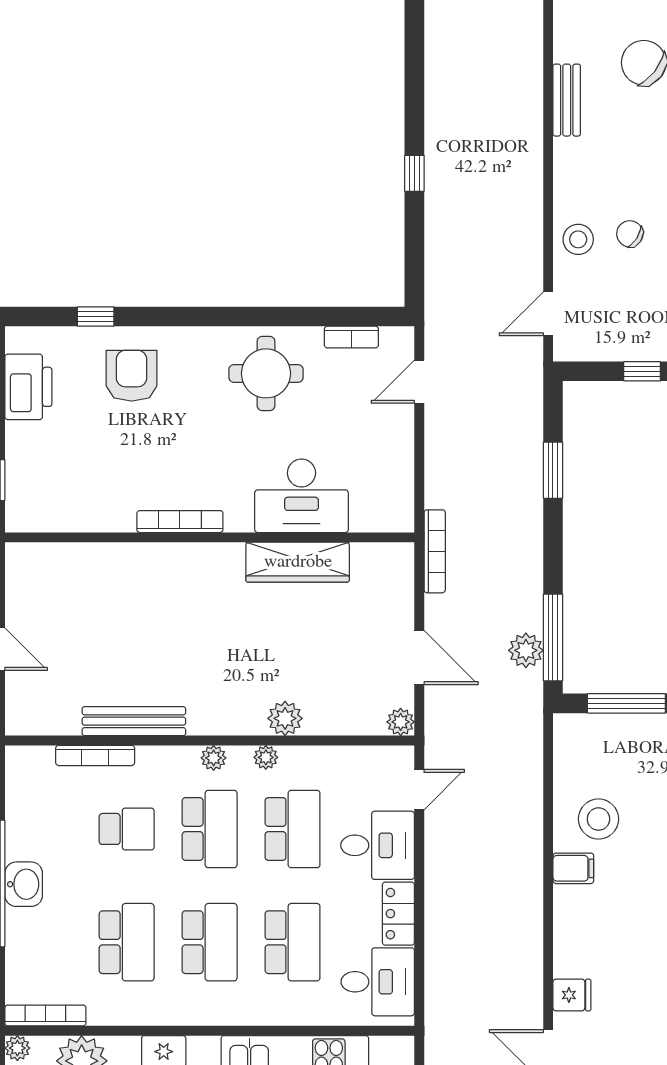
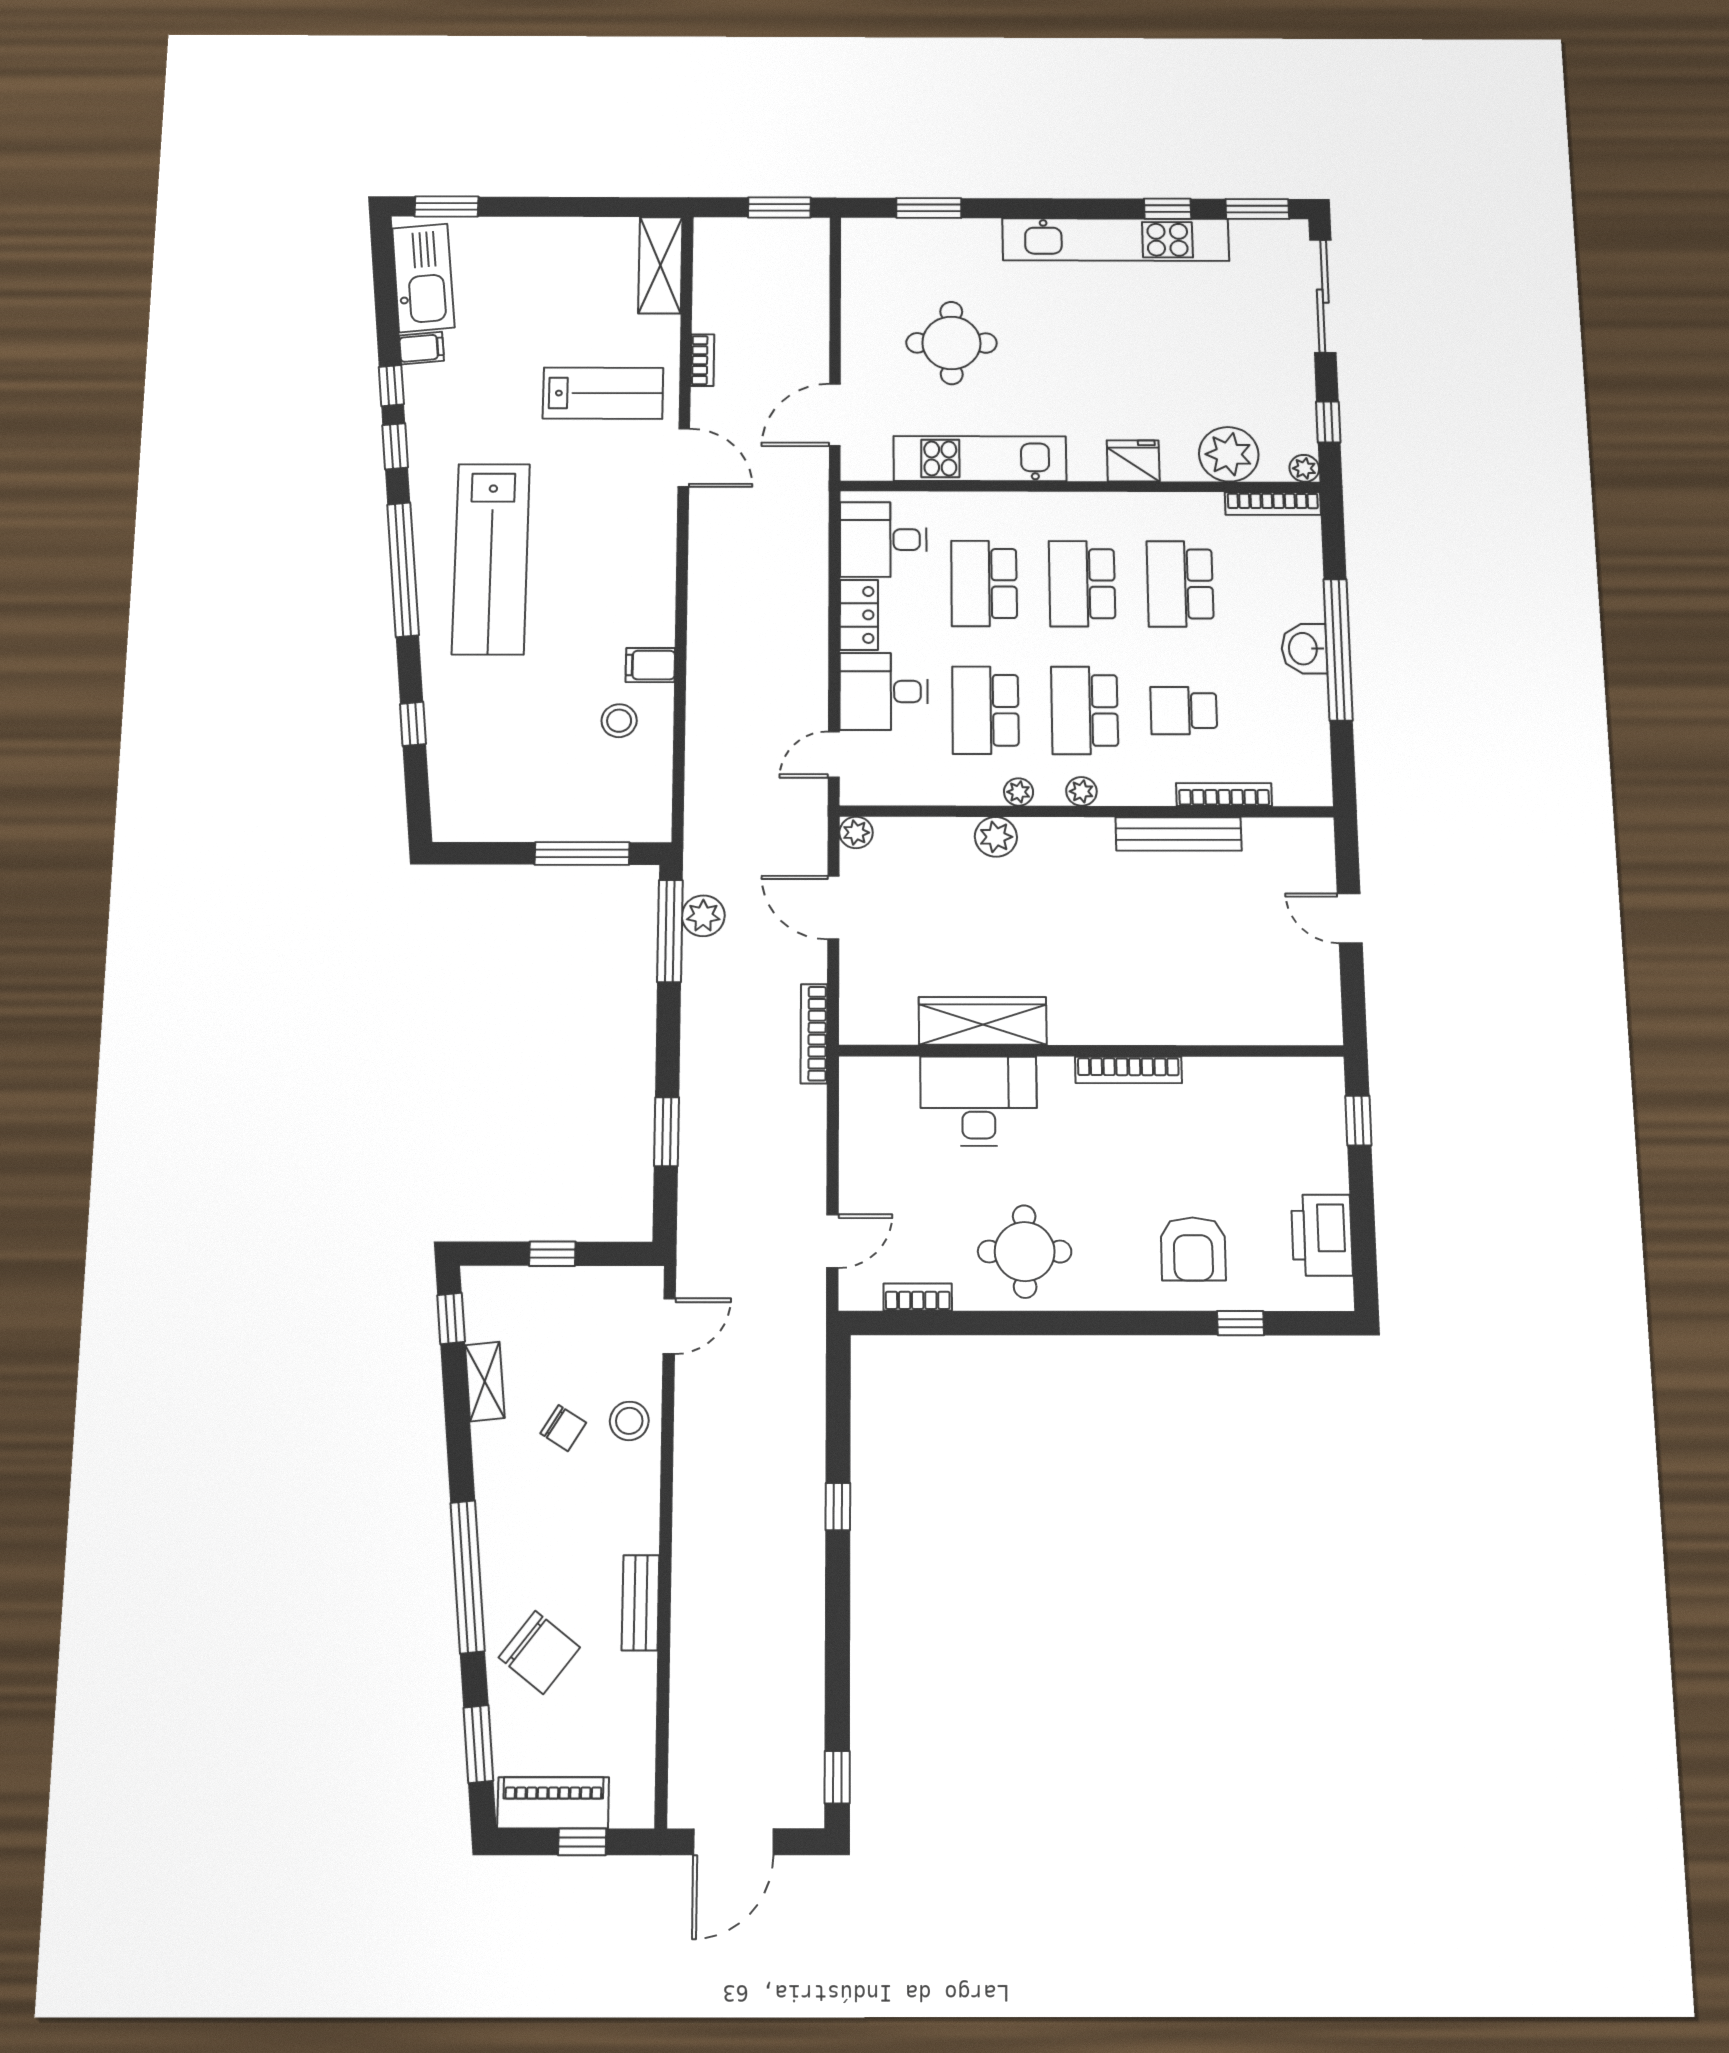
stool: (598, 819) -> (619, 721), width x0.73, depth x0.73
fridge: (572, 995) -> (655, 524), removed

